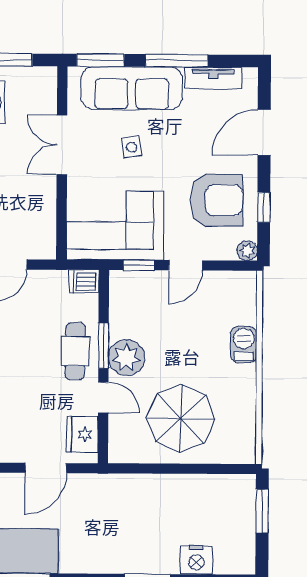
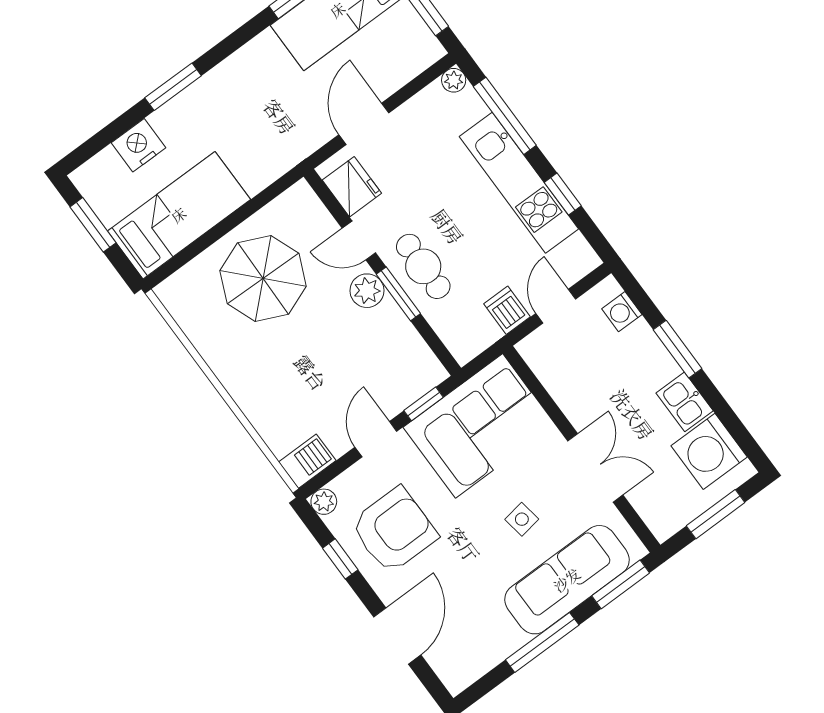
tv unit: (213, 78) -> (491, 653), removed
armchair: (217, 200) -> (394, 530), turned 180
dishwasher: (84, 281) -> (507, 310), moved, turned -90
barbecue: (244, 344) -> (307, 461), moved, turned -90
plant: (126, 358) -> (367, 291), width x0.73, depth x0.73
bed: (204, 497) -> (179, 215), added
window: (262, 511) -> (93, 225), moved

